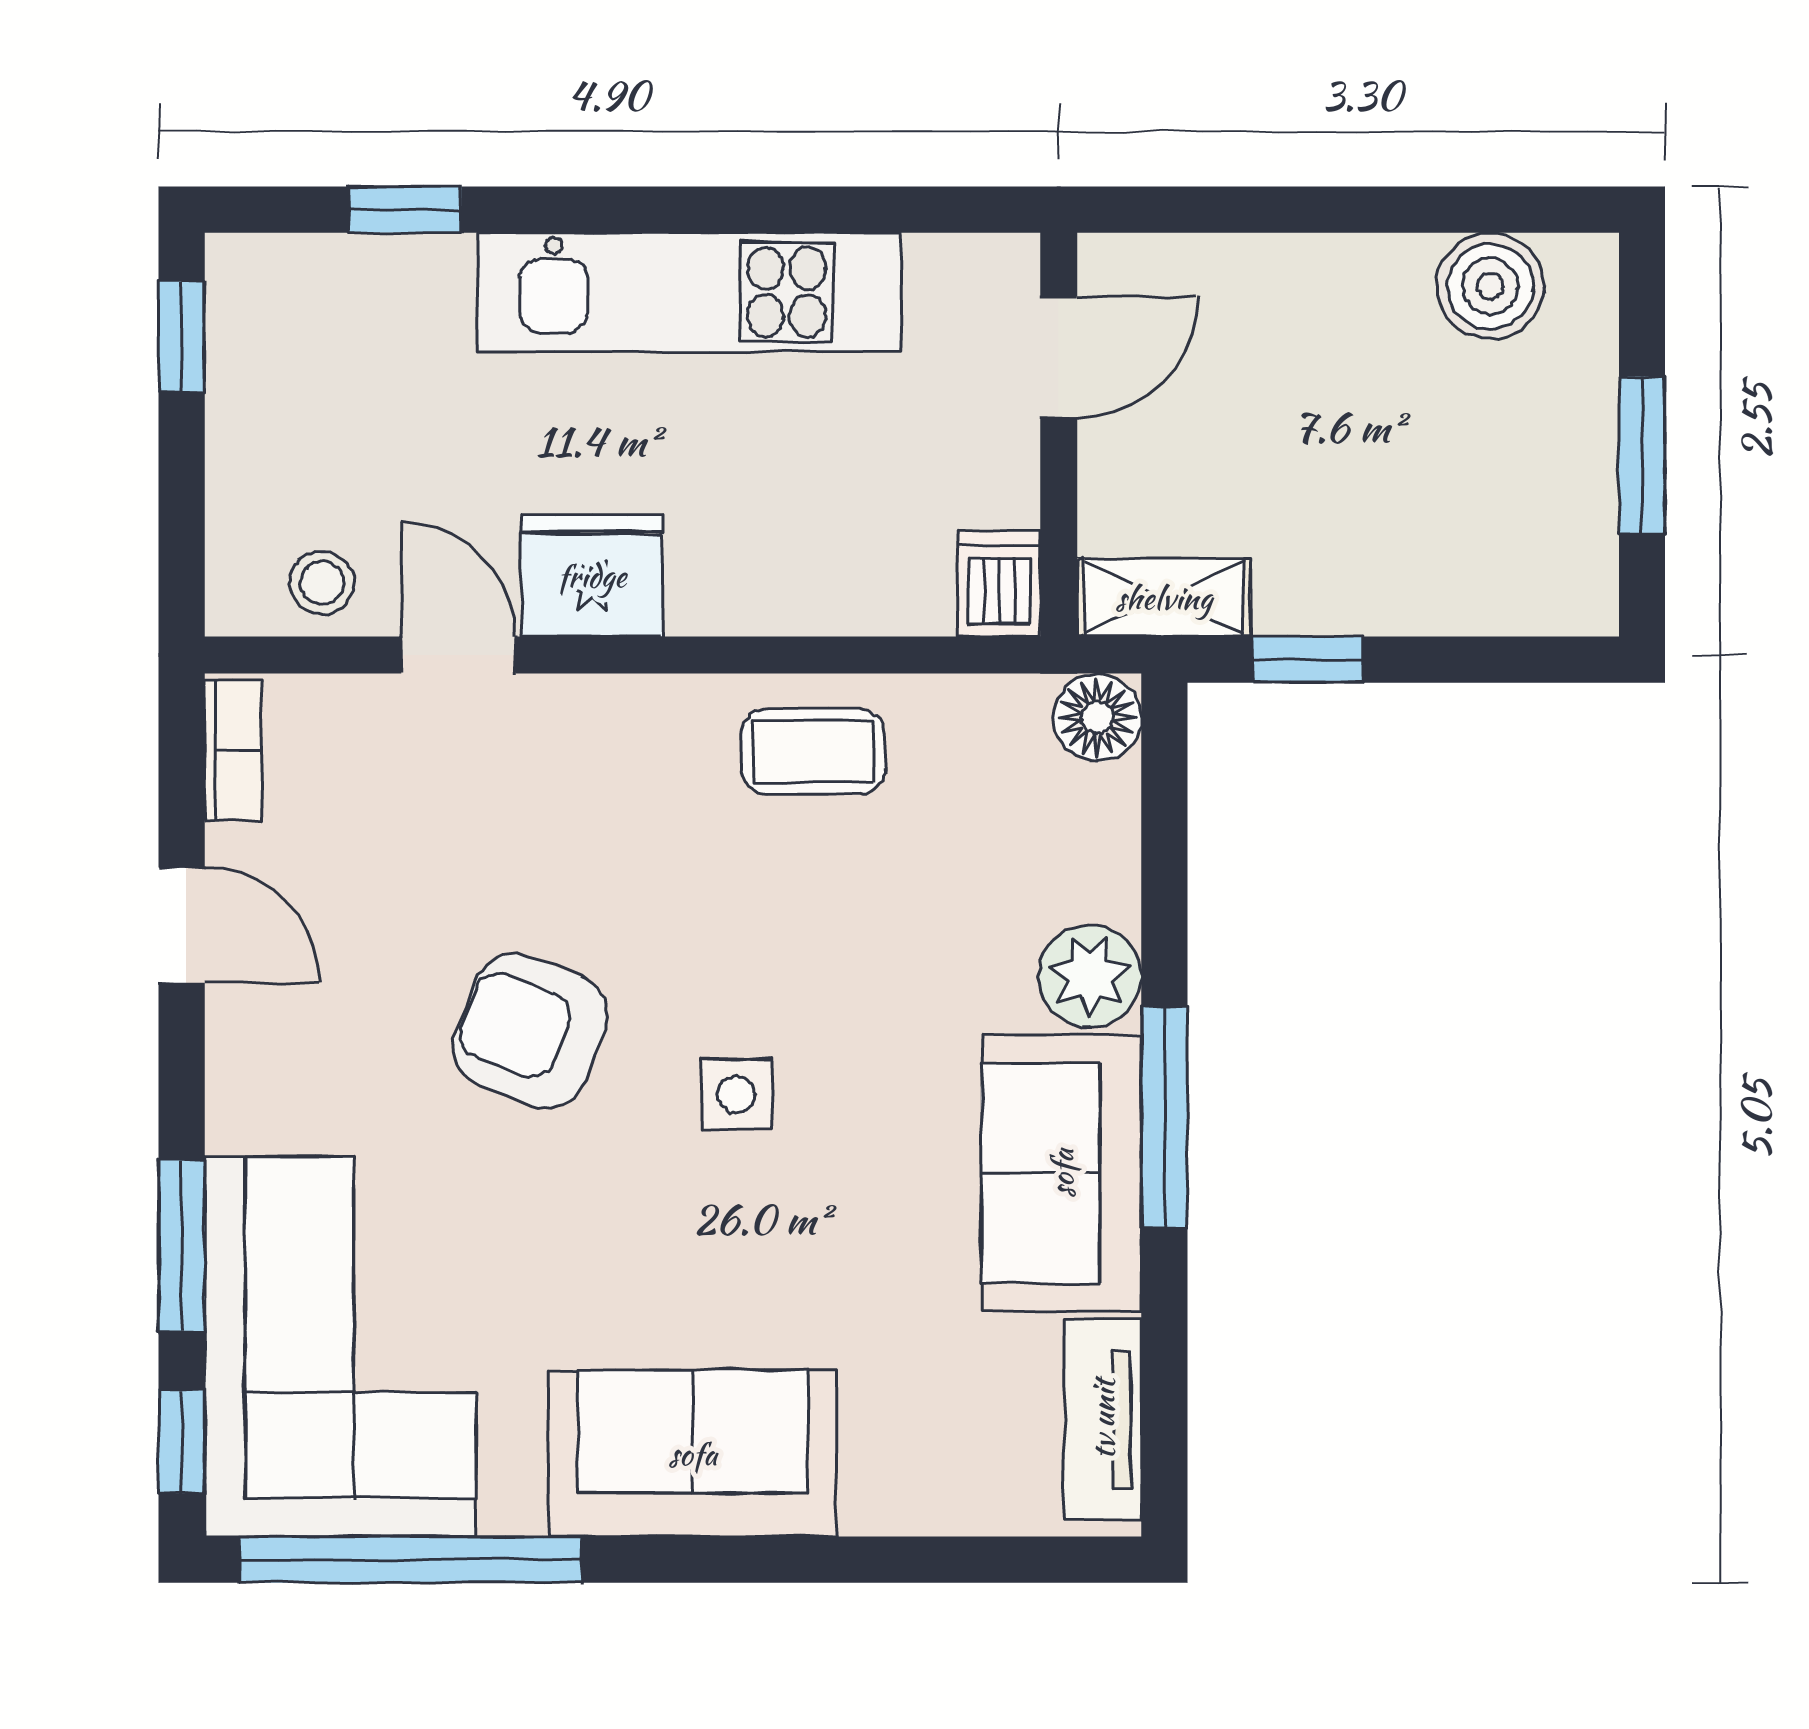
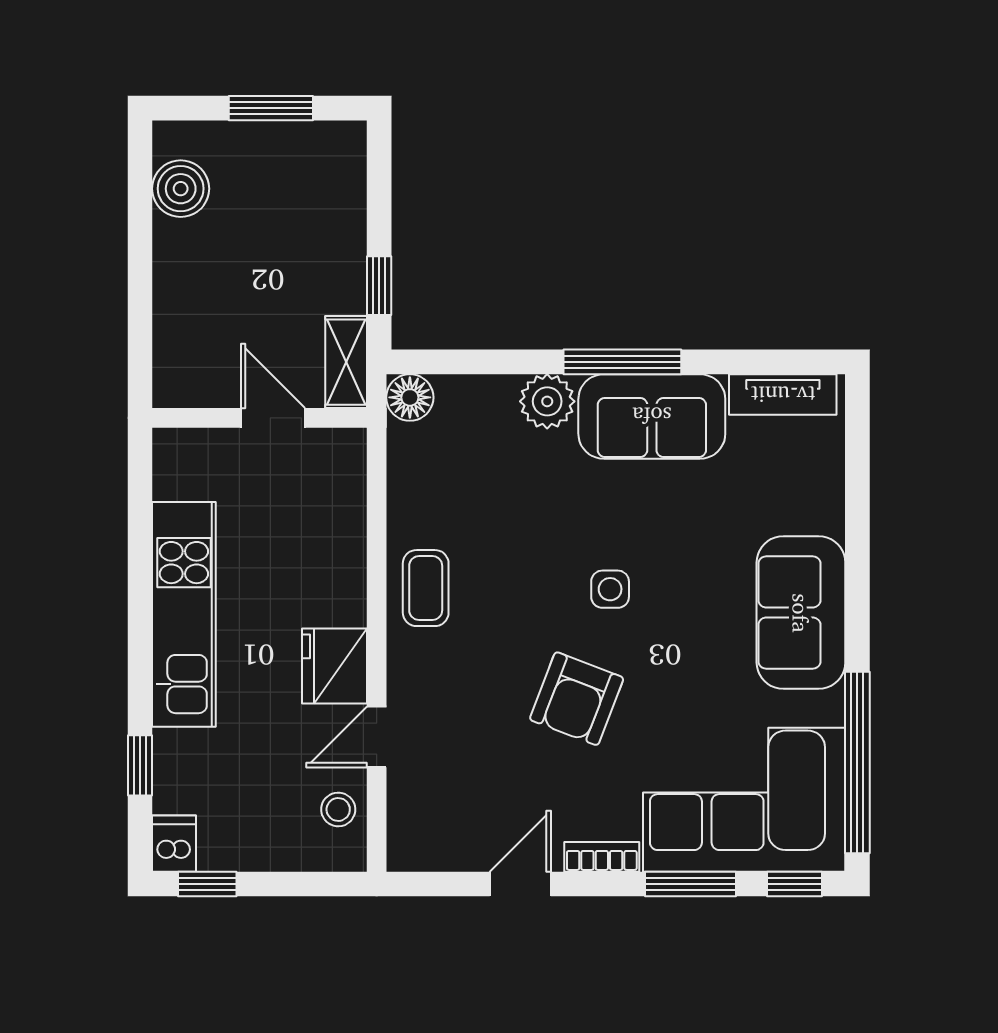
door: (1059, 357) -> (273, 418), moved
dishwasher: (999, 584) -> (174, 844), moved, turned 90
bookcase: (233, 750) -> (602, 857), moved
coffee table: (813, 752) -> (426, 588), moved

